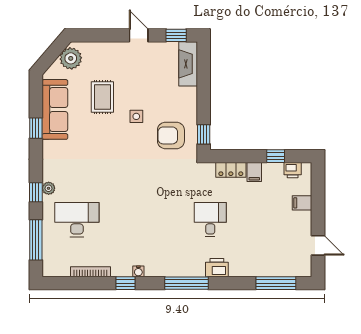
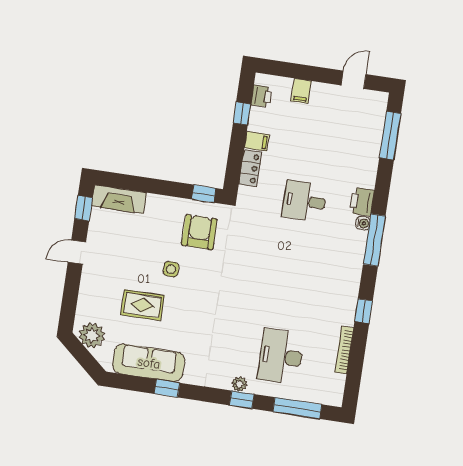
armchair: (171, 135) -> (199, 232), turned 180
water cooler: (138, 271) -> (363, 223), moved

